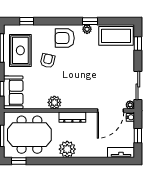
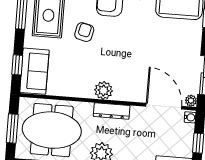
plant: (54, 102) -> (104, 90), moved
door: (110, 111) -> (164, 106), swing flipped

